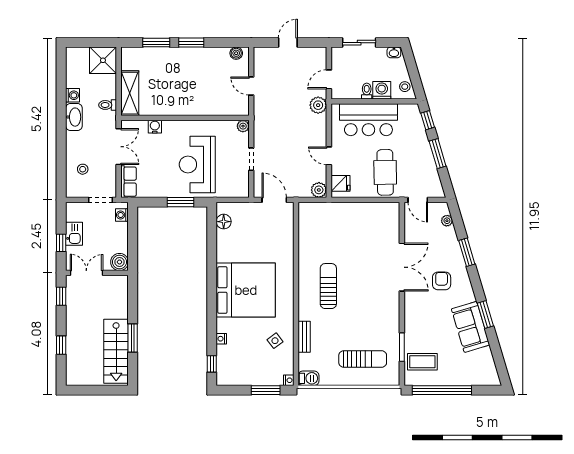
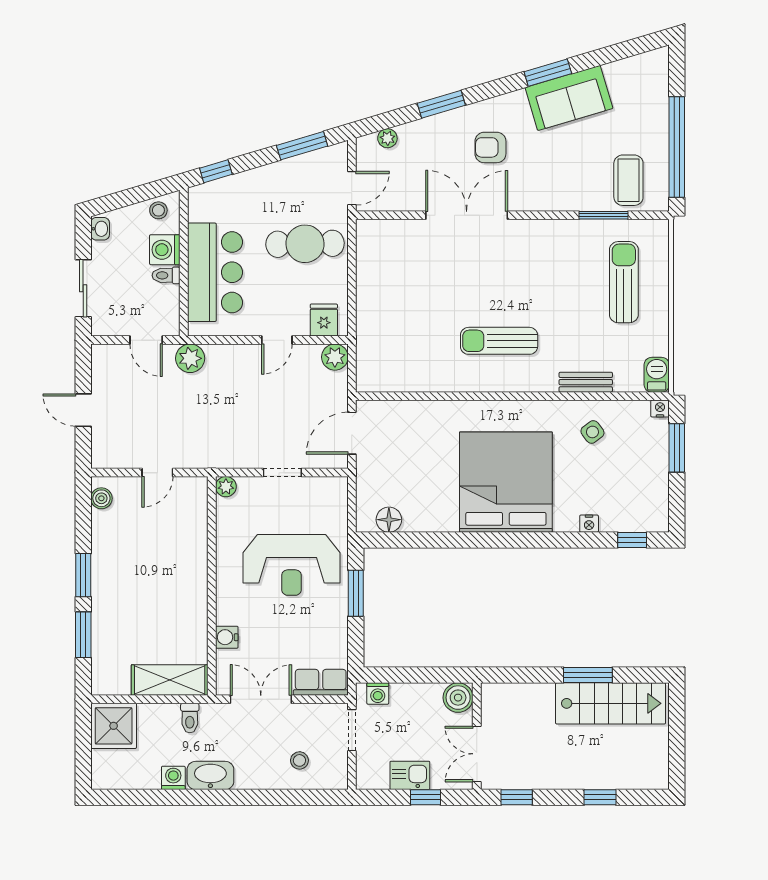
window: (438, 154) -> (302, 146), moved

